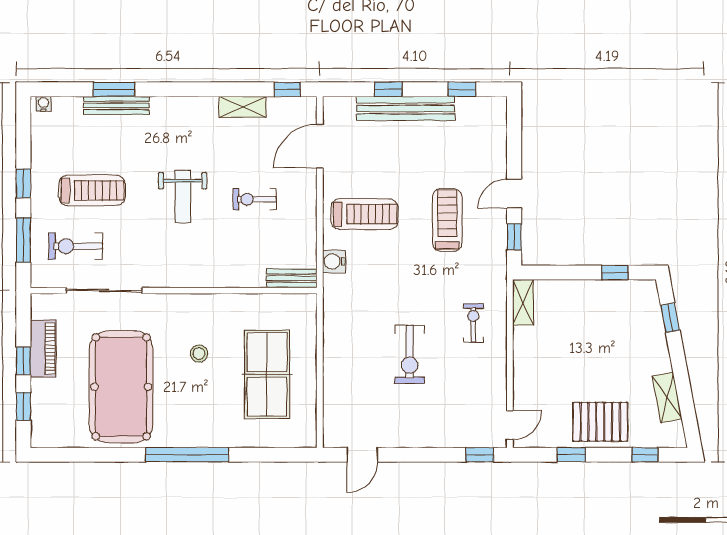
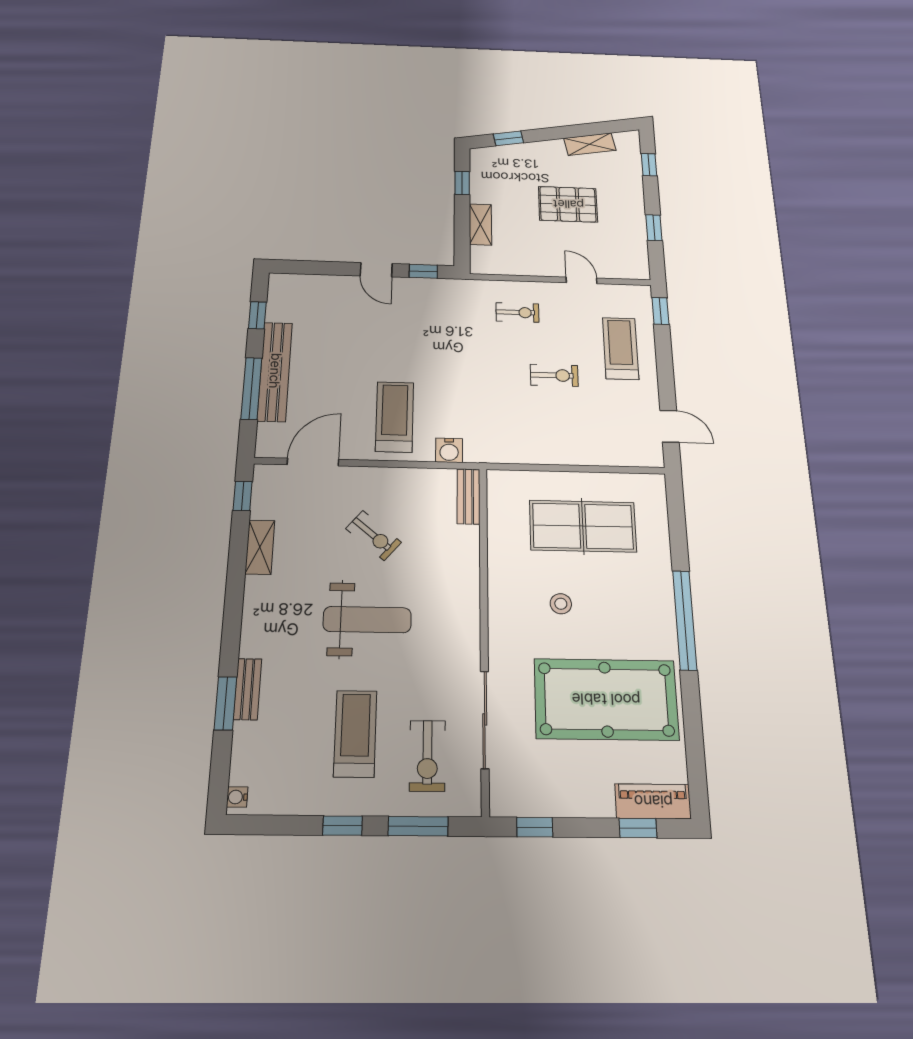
window: (388, 89) -> (251, 388), width x2.17
bench: (116, 105) -> (248, 689), width x0.73
door: (320, 146) -> (313, 462), swing flipped
weight bench: (183, 197) -> (367, 620), width x1.36, depth x1.33
exercise bike: (255, 199) -> (373, 535), turned -50
treadmill: (447, 220) -> (621, 348), moved, turned 90
shelving: (523, 302) -> (480, 224), moved, turned 90
exercise bike: (473, 323) -> (517, 312), turned 180
piano: (43, 349) -> (653, 801), moved
exercise bike: (410, 355) -> (554, 375), width x0.73, depth x0.72
window: (23, 361) -> (535, 827), moved
pallet: (600, 422) -> (568, 204), moved, turned 90
door: (510, 425) -> (582, 280), moved

